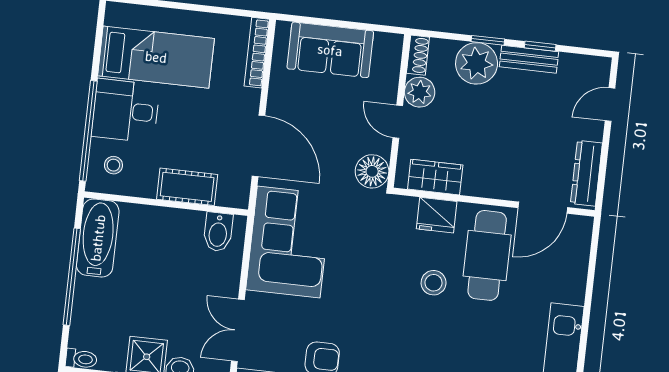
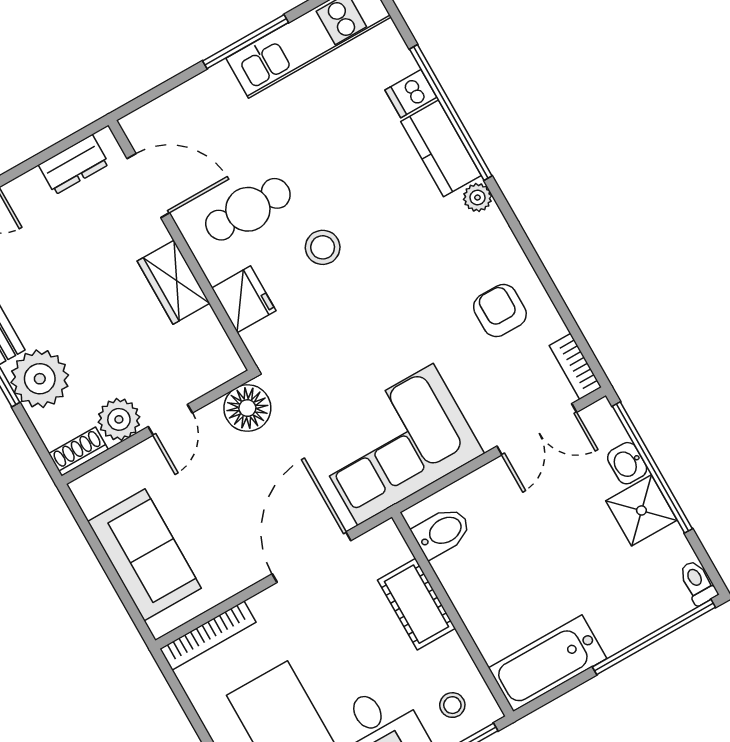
dresser: (586, 173) -> (74, 165), width x0.70
wardrobe: (435, 177) -> (174, 282), moved
cafe table: (487, 255) -> (248, 209), width x0.73, depth x0.74
window: (72, 277) -> (654, 637), moved
window: (585, 325) -> (245, 42), added

